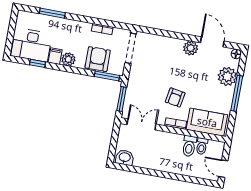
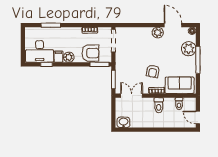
armchair: (98, 59) -> (90, 53), turned 90
toilet: (189, 146) -> (159, 105), moved

